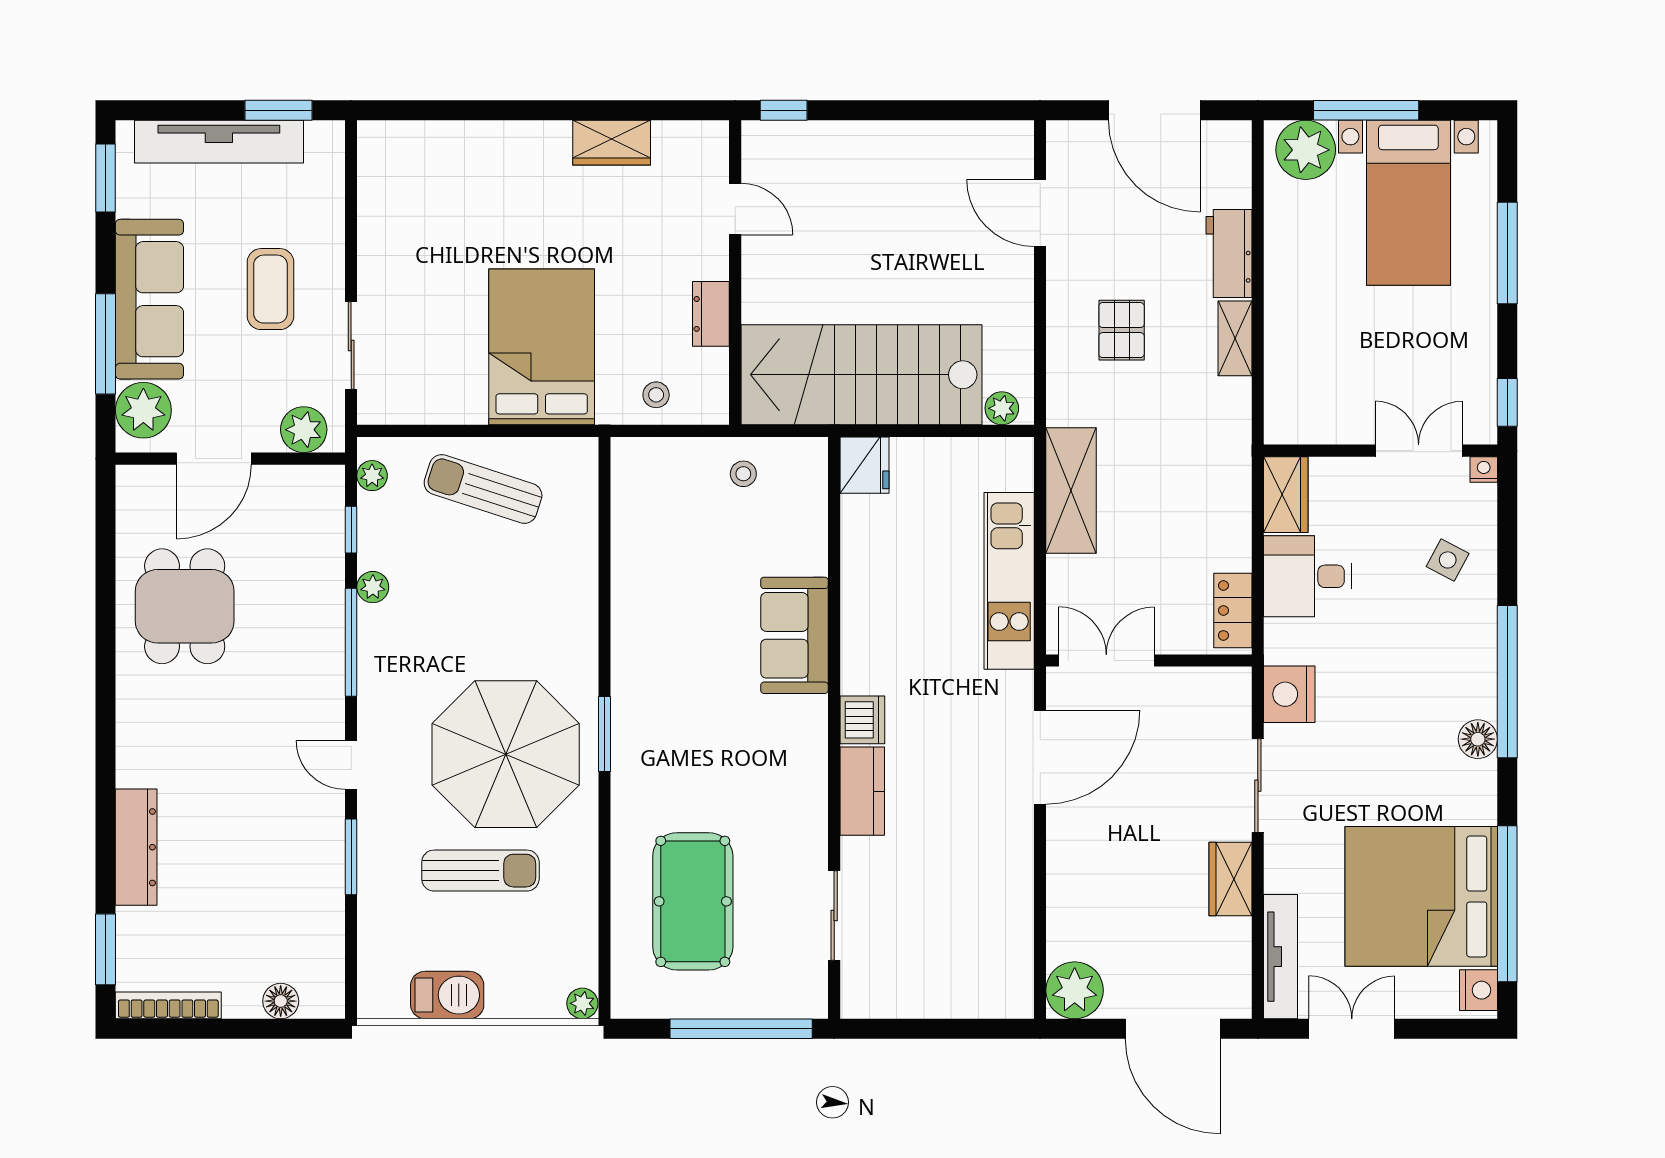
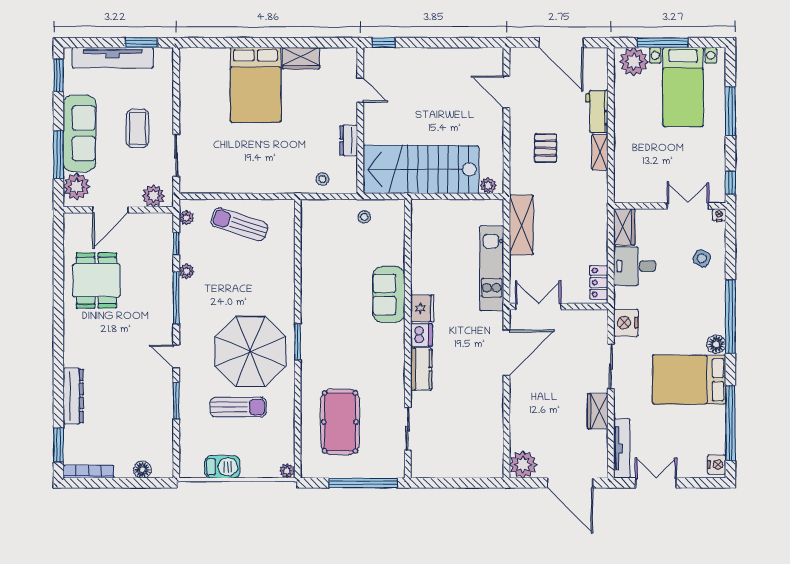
bed: (542, 347) -> (256, 85), moved, turned 180
fridge: (864, 465) -> (422, 308), moved
bed: (1421, 896) -> (689, 380), moved, width x0.73

